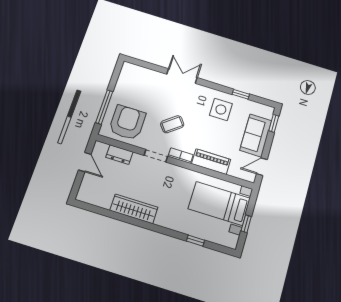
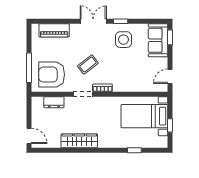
double door: (182, 76) -> (93, 21), moved
window: (241, 94) -> (121, 21), moved
armchair: (127, 123) -> (52, 75), turned -90
sofa: (256, 135) -> (158, 40), moved
door: (85, 162) -> (29, 136), moved
piano: (211, 162) -> (54, 30), moved, turned 180

